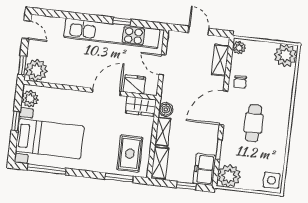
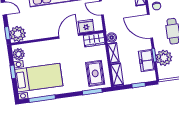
door: (223, 108) -> (150, 26), hinge flipped
freezer: (205, 169) -> (147, 61), moved
plant: (229, 176) -> (164, 58), moved

